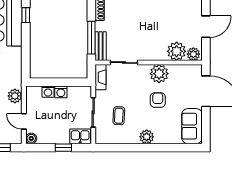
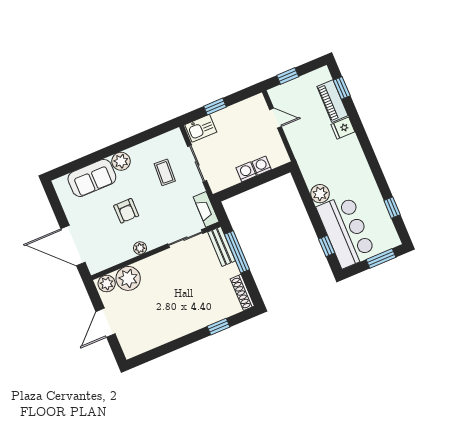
plant: (159, 74) -> (140, 248), width x0.53, depth x0.53
plant: (15, 96) -> (320, 194), moved
sofa: (192, 126) -> (92, 178), moved, turned 90
boiler: (31, 138) -> (258, 101), removed

